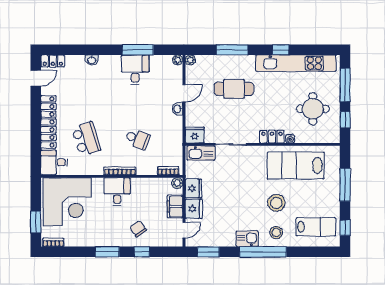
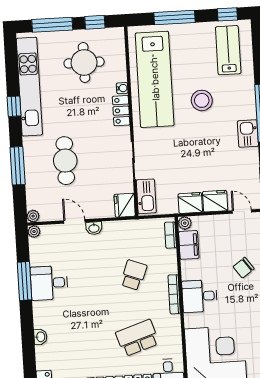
lab bench: (296, 165) -> (155, 79), width x1.36
filing cabinet: (175, 206) -> (189, 245), moved, turned -90
stool: (276, 232) -> (238, 98), removed

